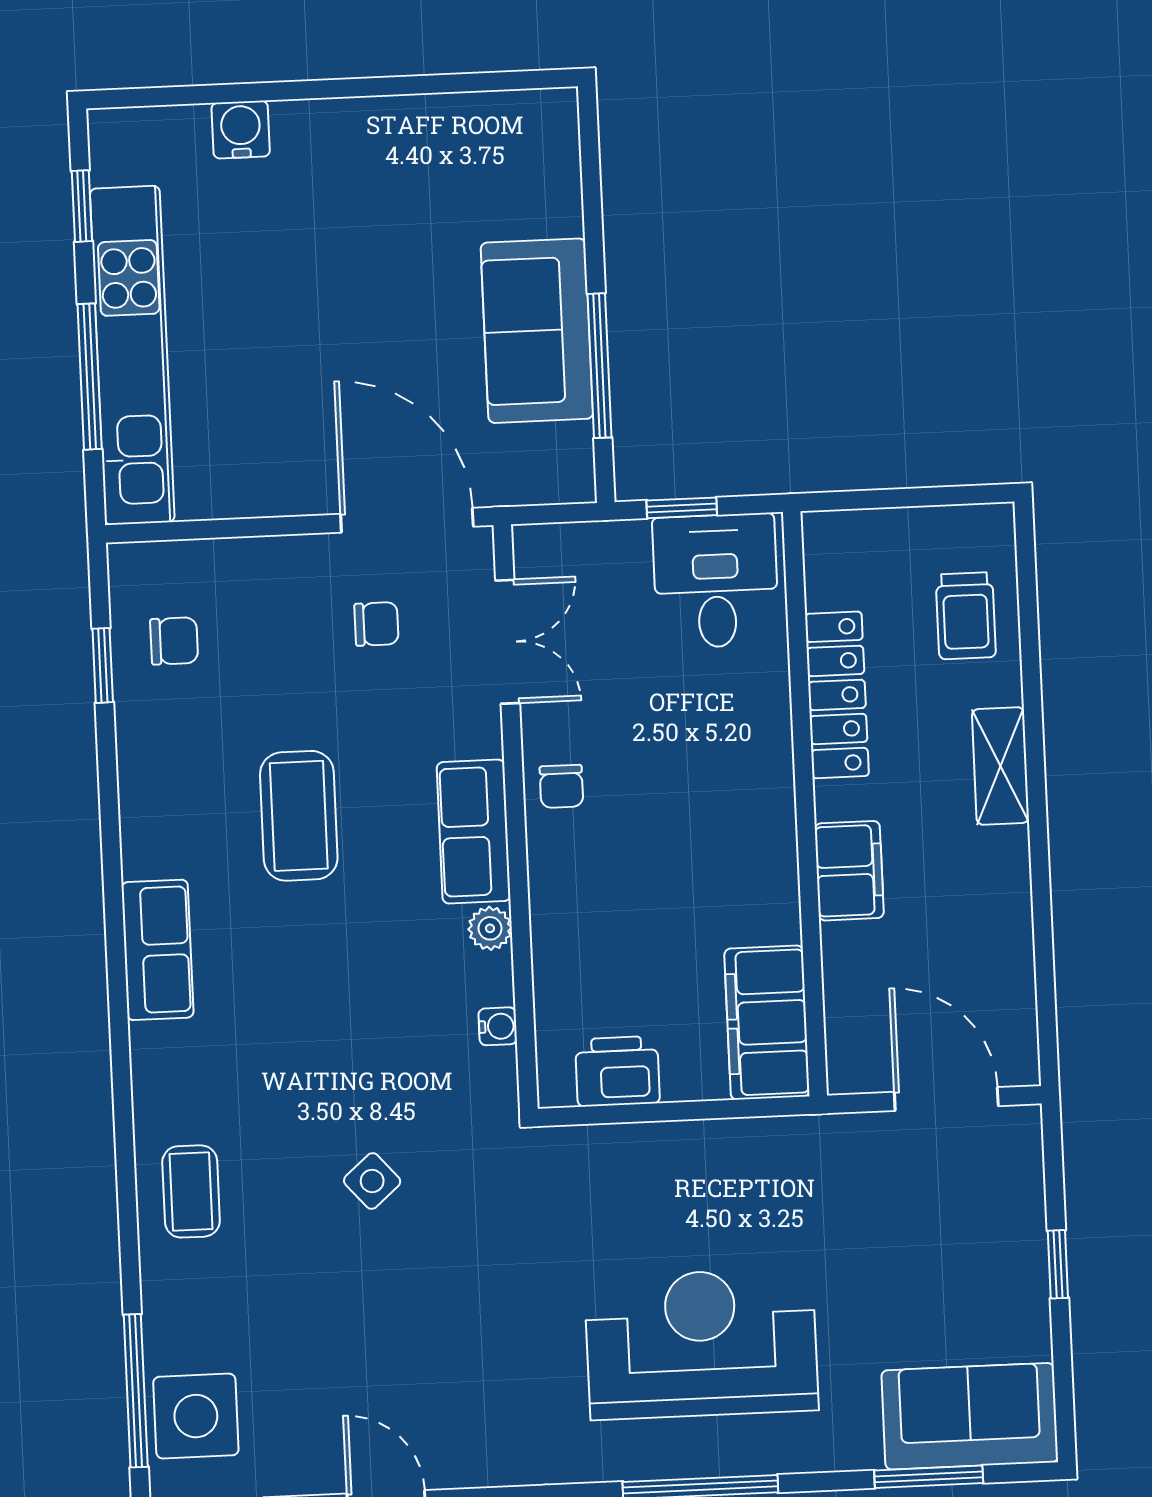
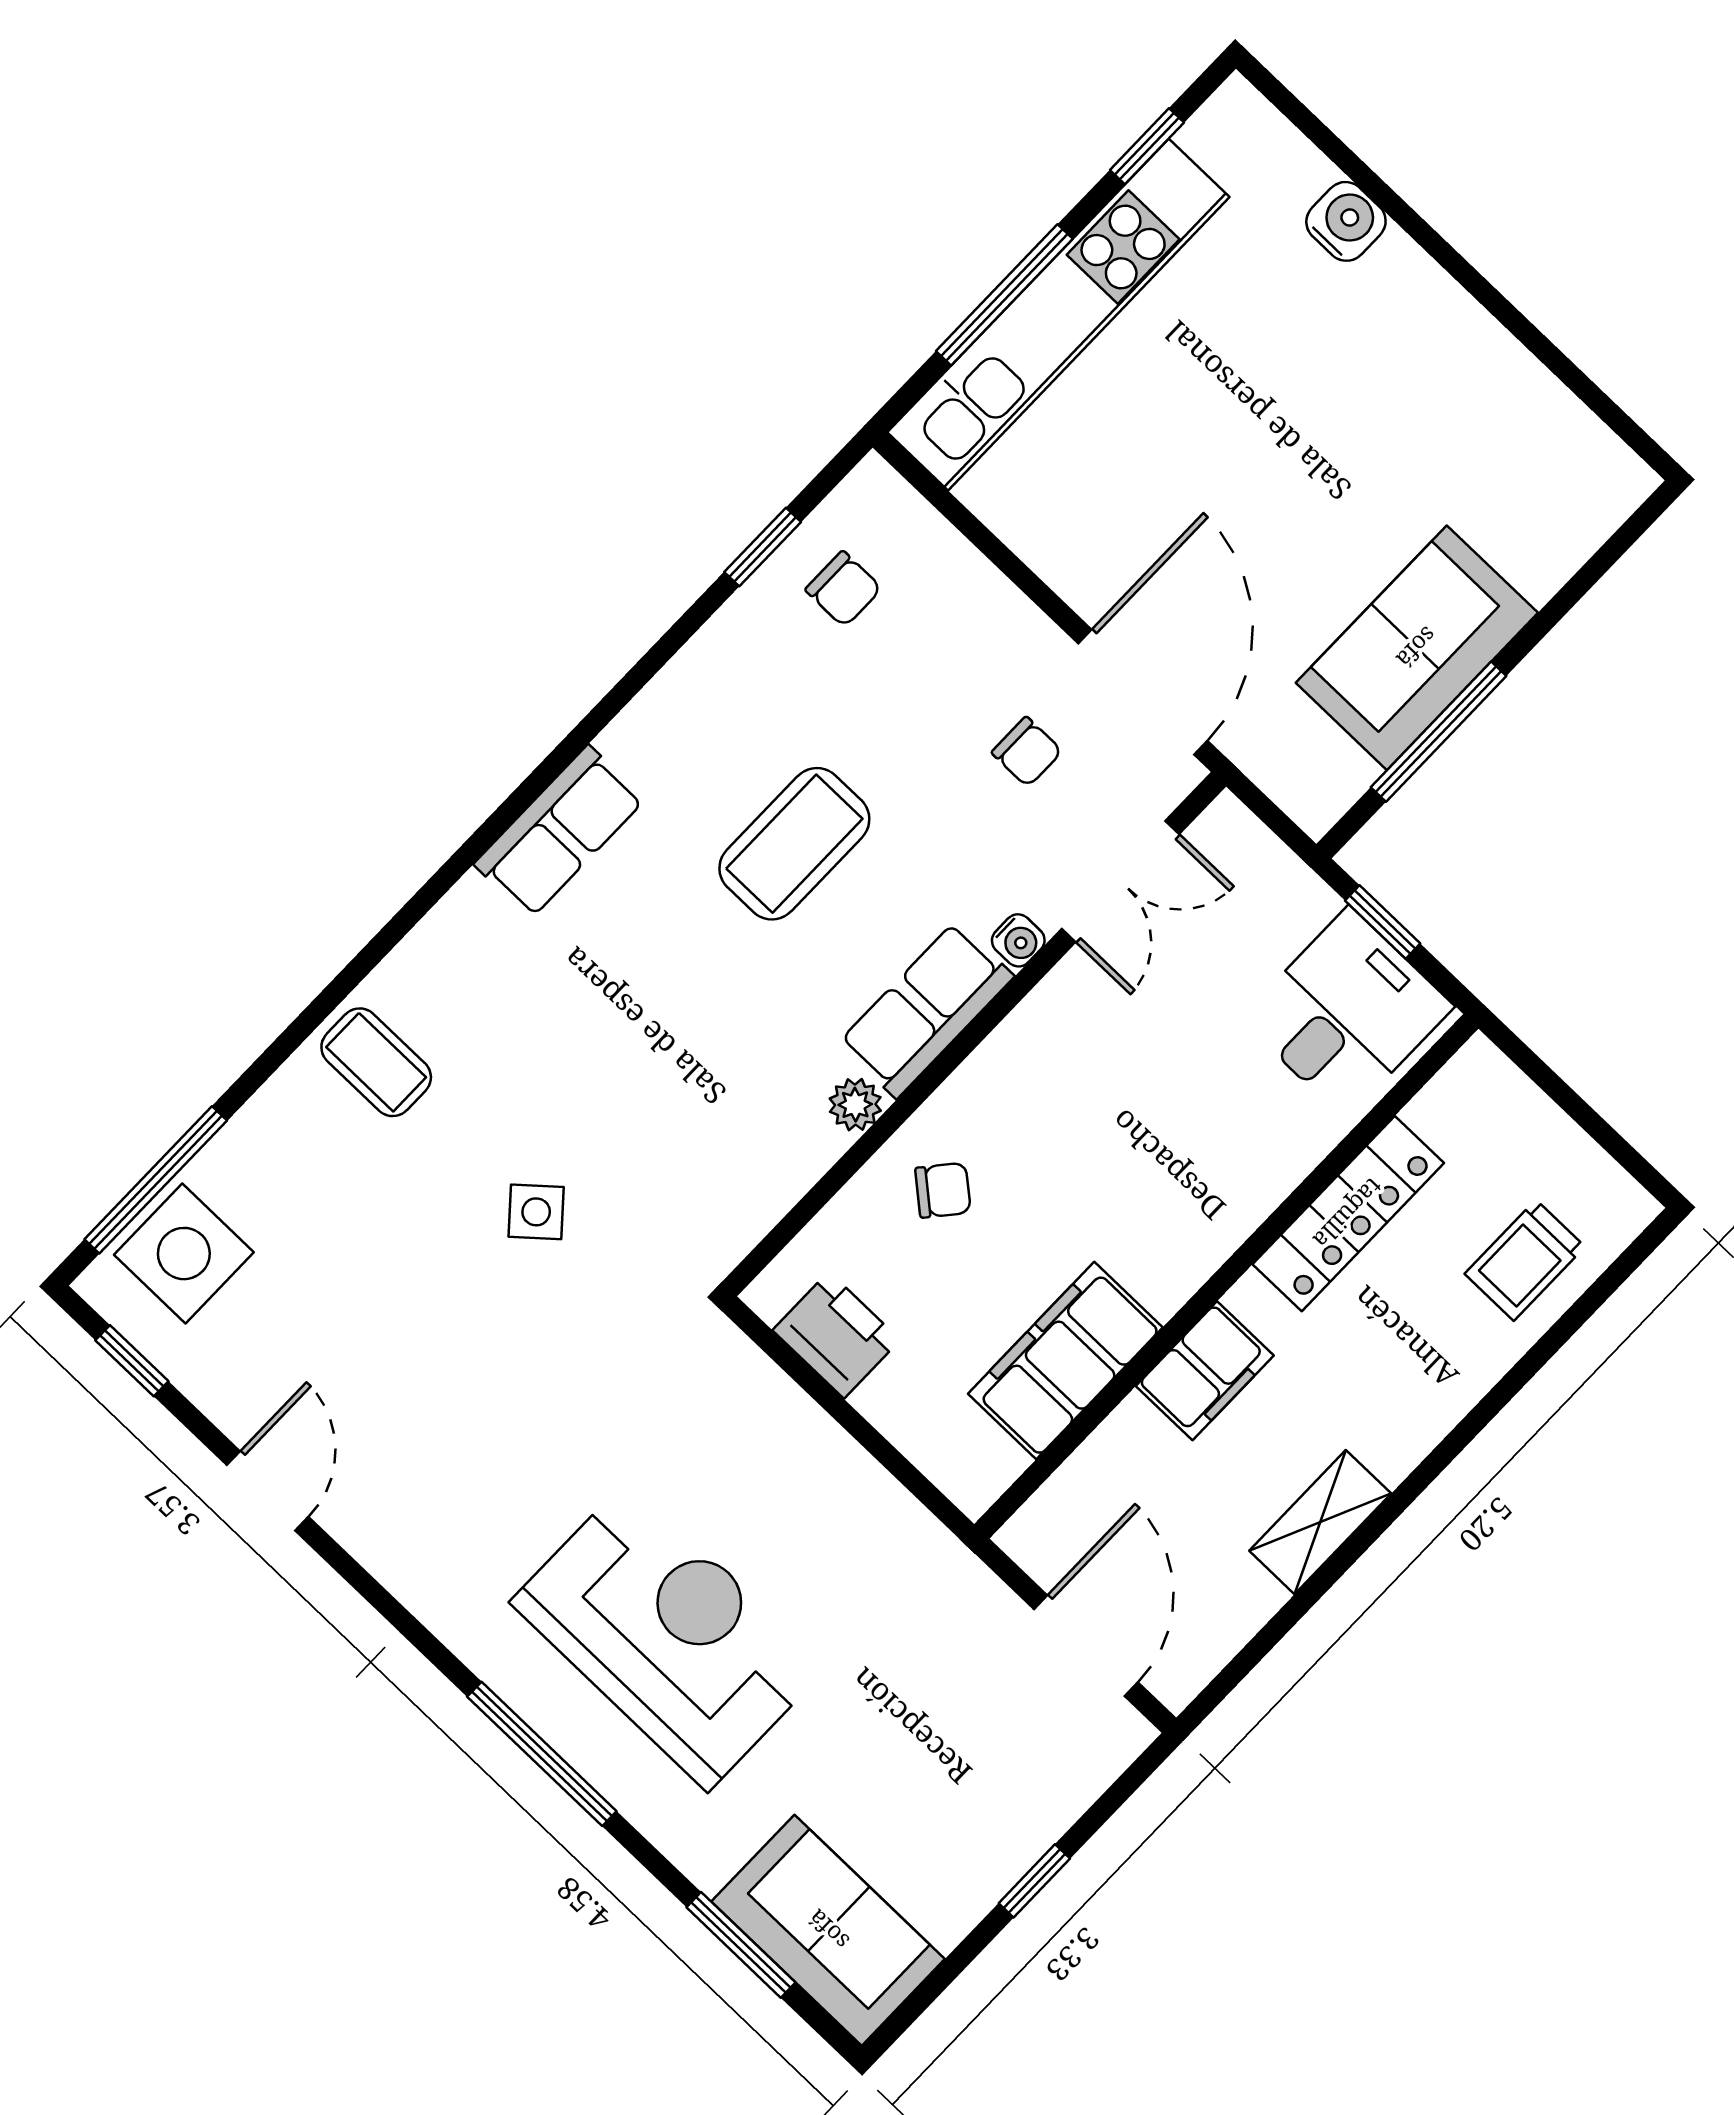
shelving: (1000, 766) -> (1320, 1522), moved
chair: (561, 786) -> (943, 1190), moved, turned -140
filing cabinet: (767, 1023) -> (1065, 1361), moved
water cooler: (498, 1026) -> (1018, 940), moved
coffee table: (191, 1191) -> (376, 1062), turned 90

